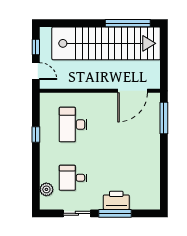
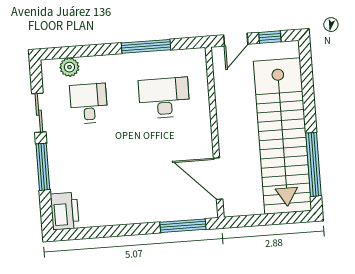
window: (36, 135) -> (146, 46), width x2.17
printer: (116, 200) -> (65, 211), moved

